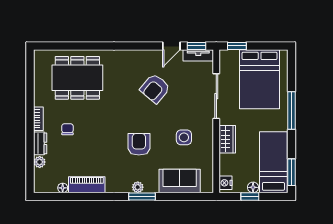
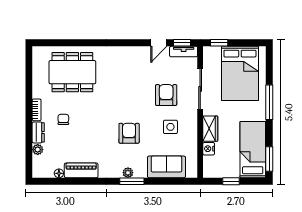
armchair: (155, 88) -> (166, 95), moved, turned 140
nightstand: (225, 183) -> (209, 149), moved
floor lamp: (253, 187) -> (234, 173), removed

